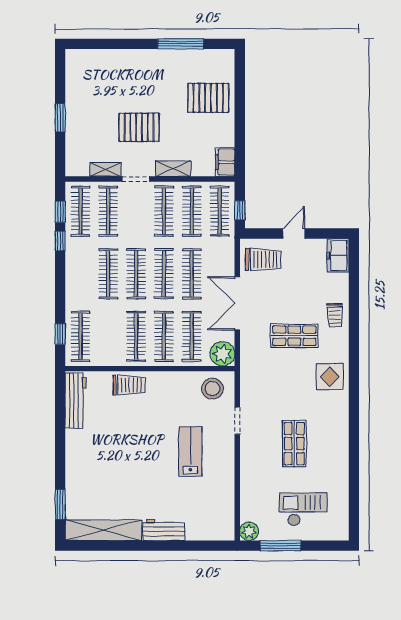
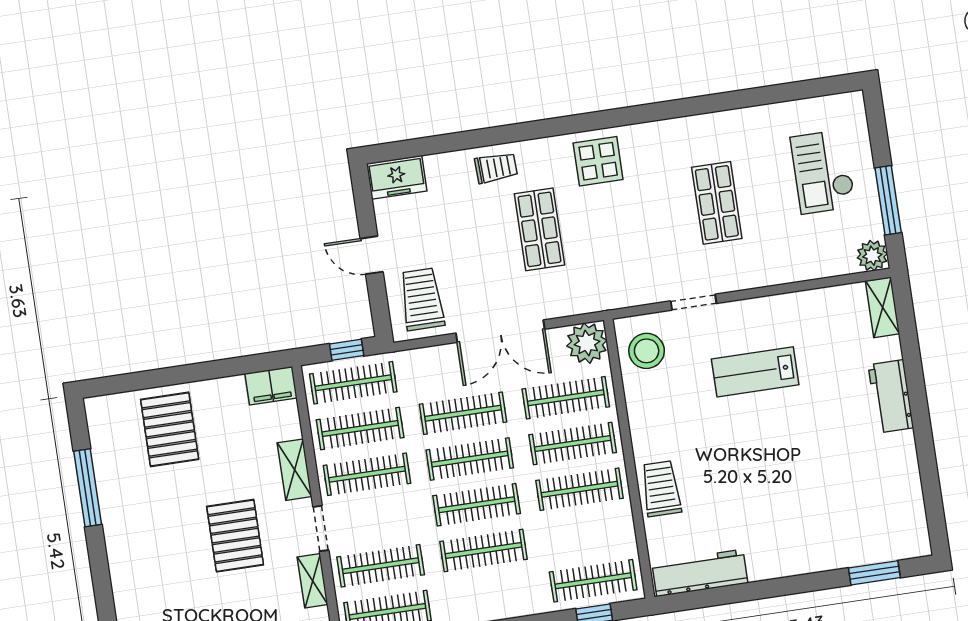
shop shelf: (294, 444) -> (717, 203), turned 90
shelving: (103, 530) -> (883, 307), moved, width x0.45, depth x0.75

